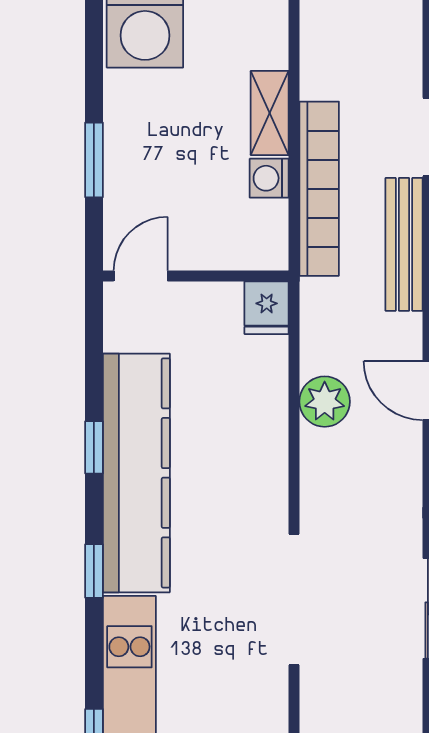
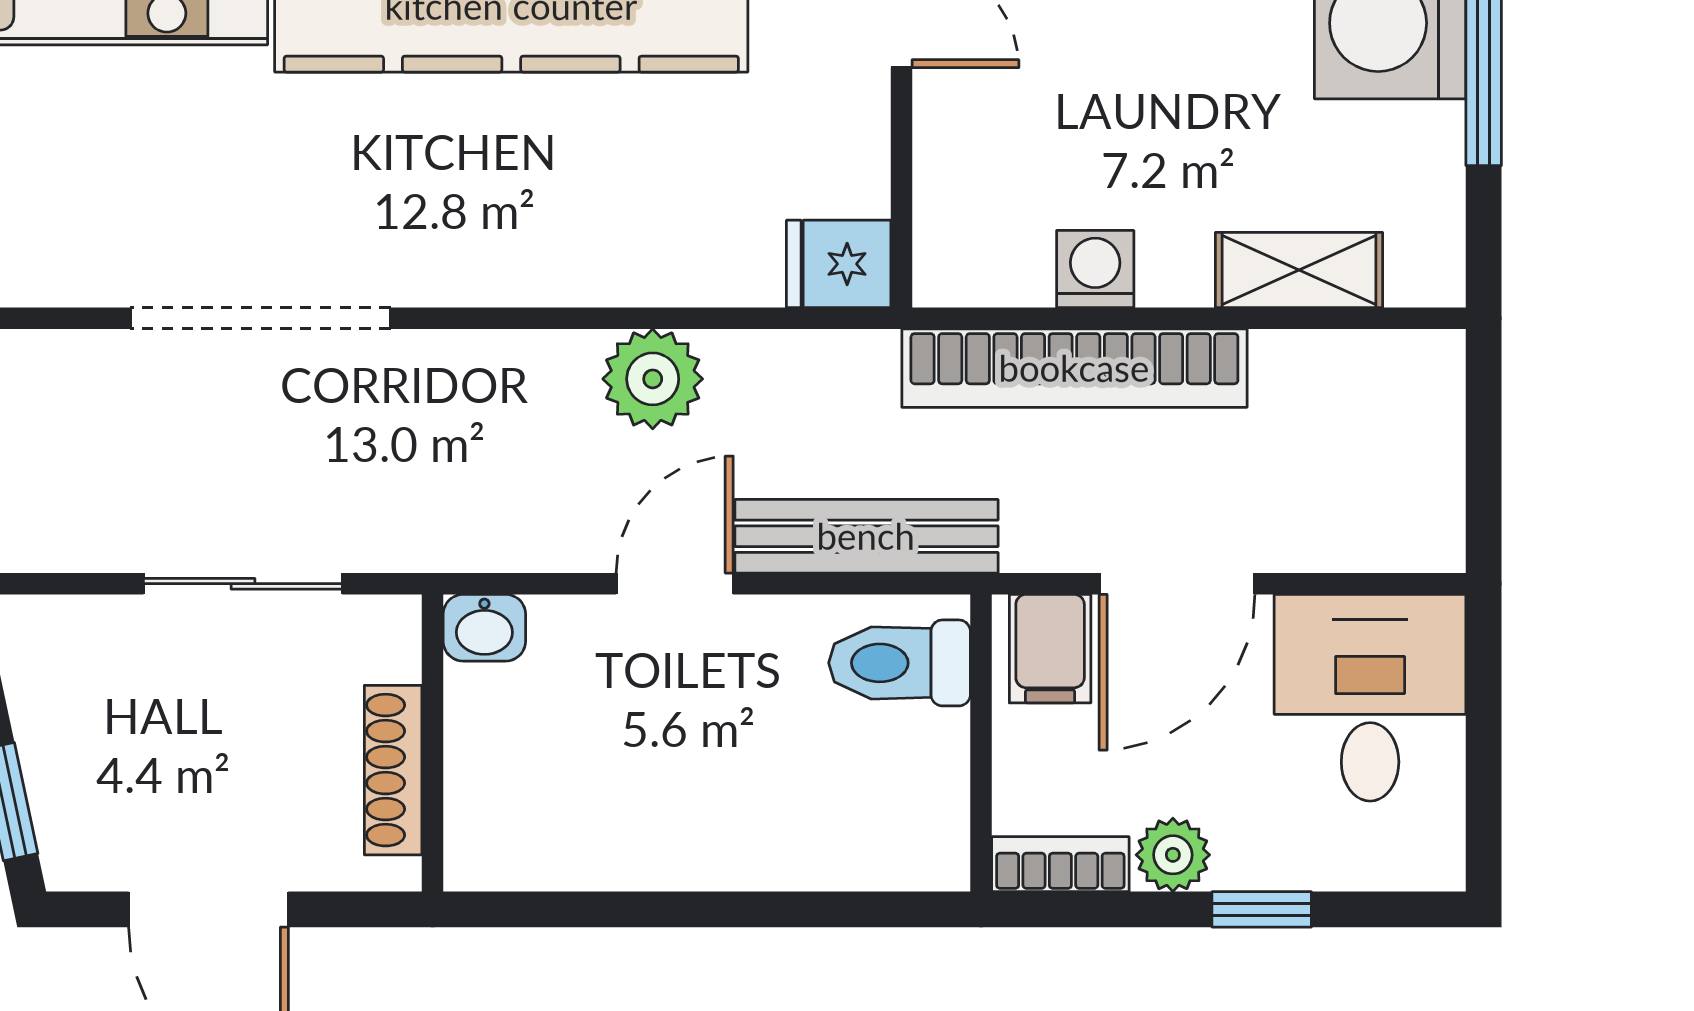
shelving: (270, 113) -> (1299, 270), moved
bench: (404, 244) -> (866, 536), moved

